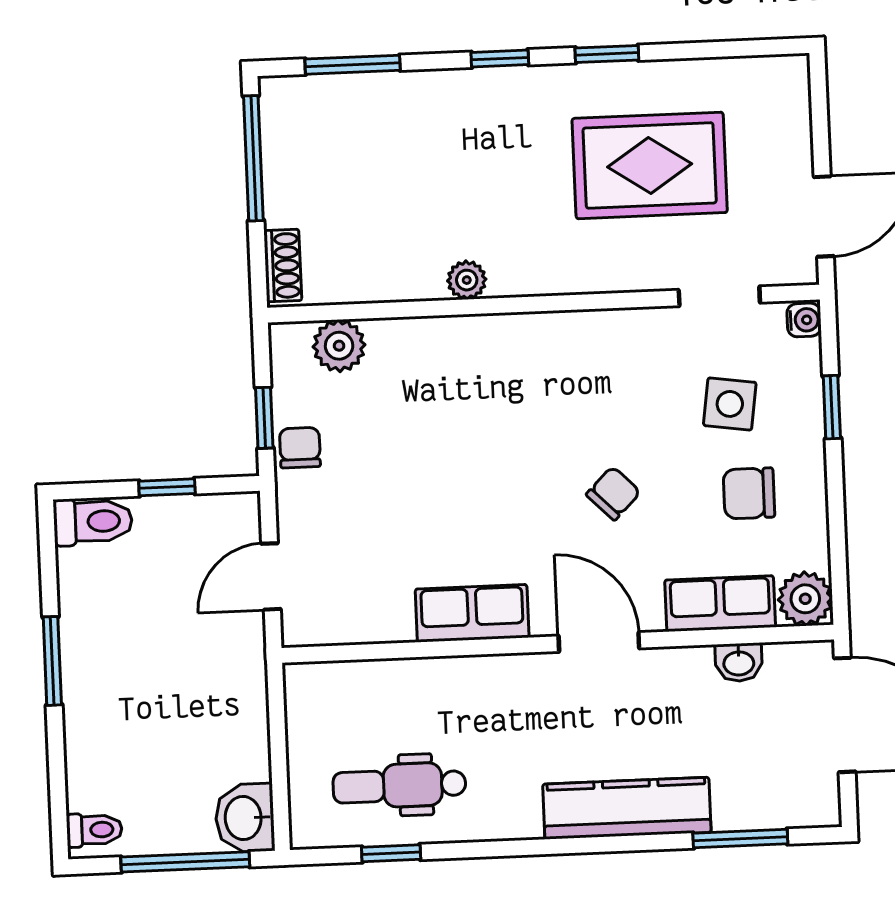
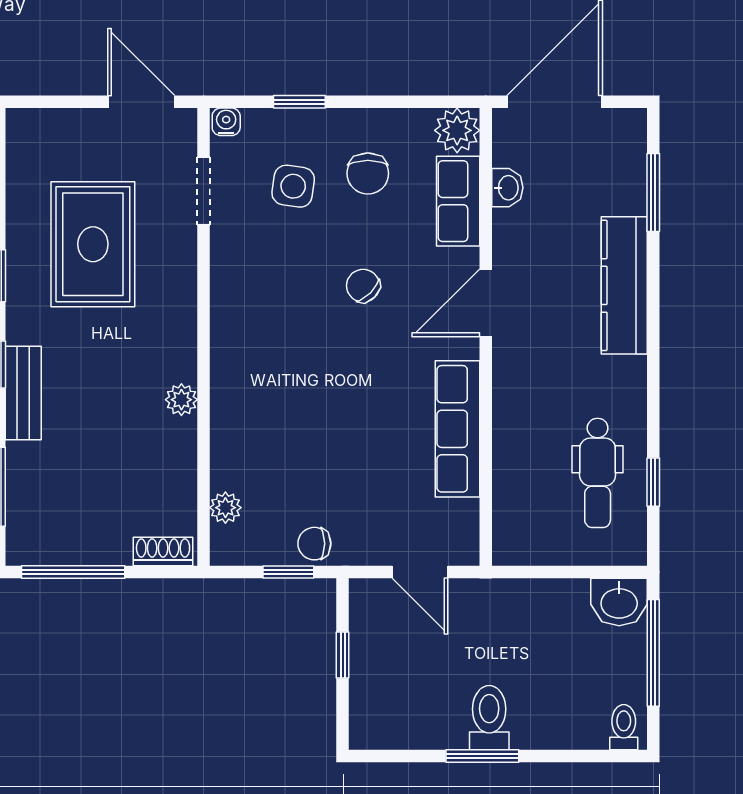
bench: (467, 89) -> (23, 393), added
plant: (339, 346) -> (225, 508), width x0.73, depth x0.73
toilet: (93, 521) -> (489, 718), moved
row of seats: (472, 613) -> (457, 429), width x1.48

